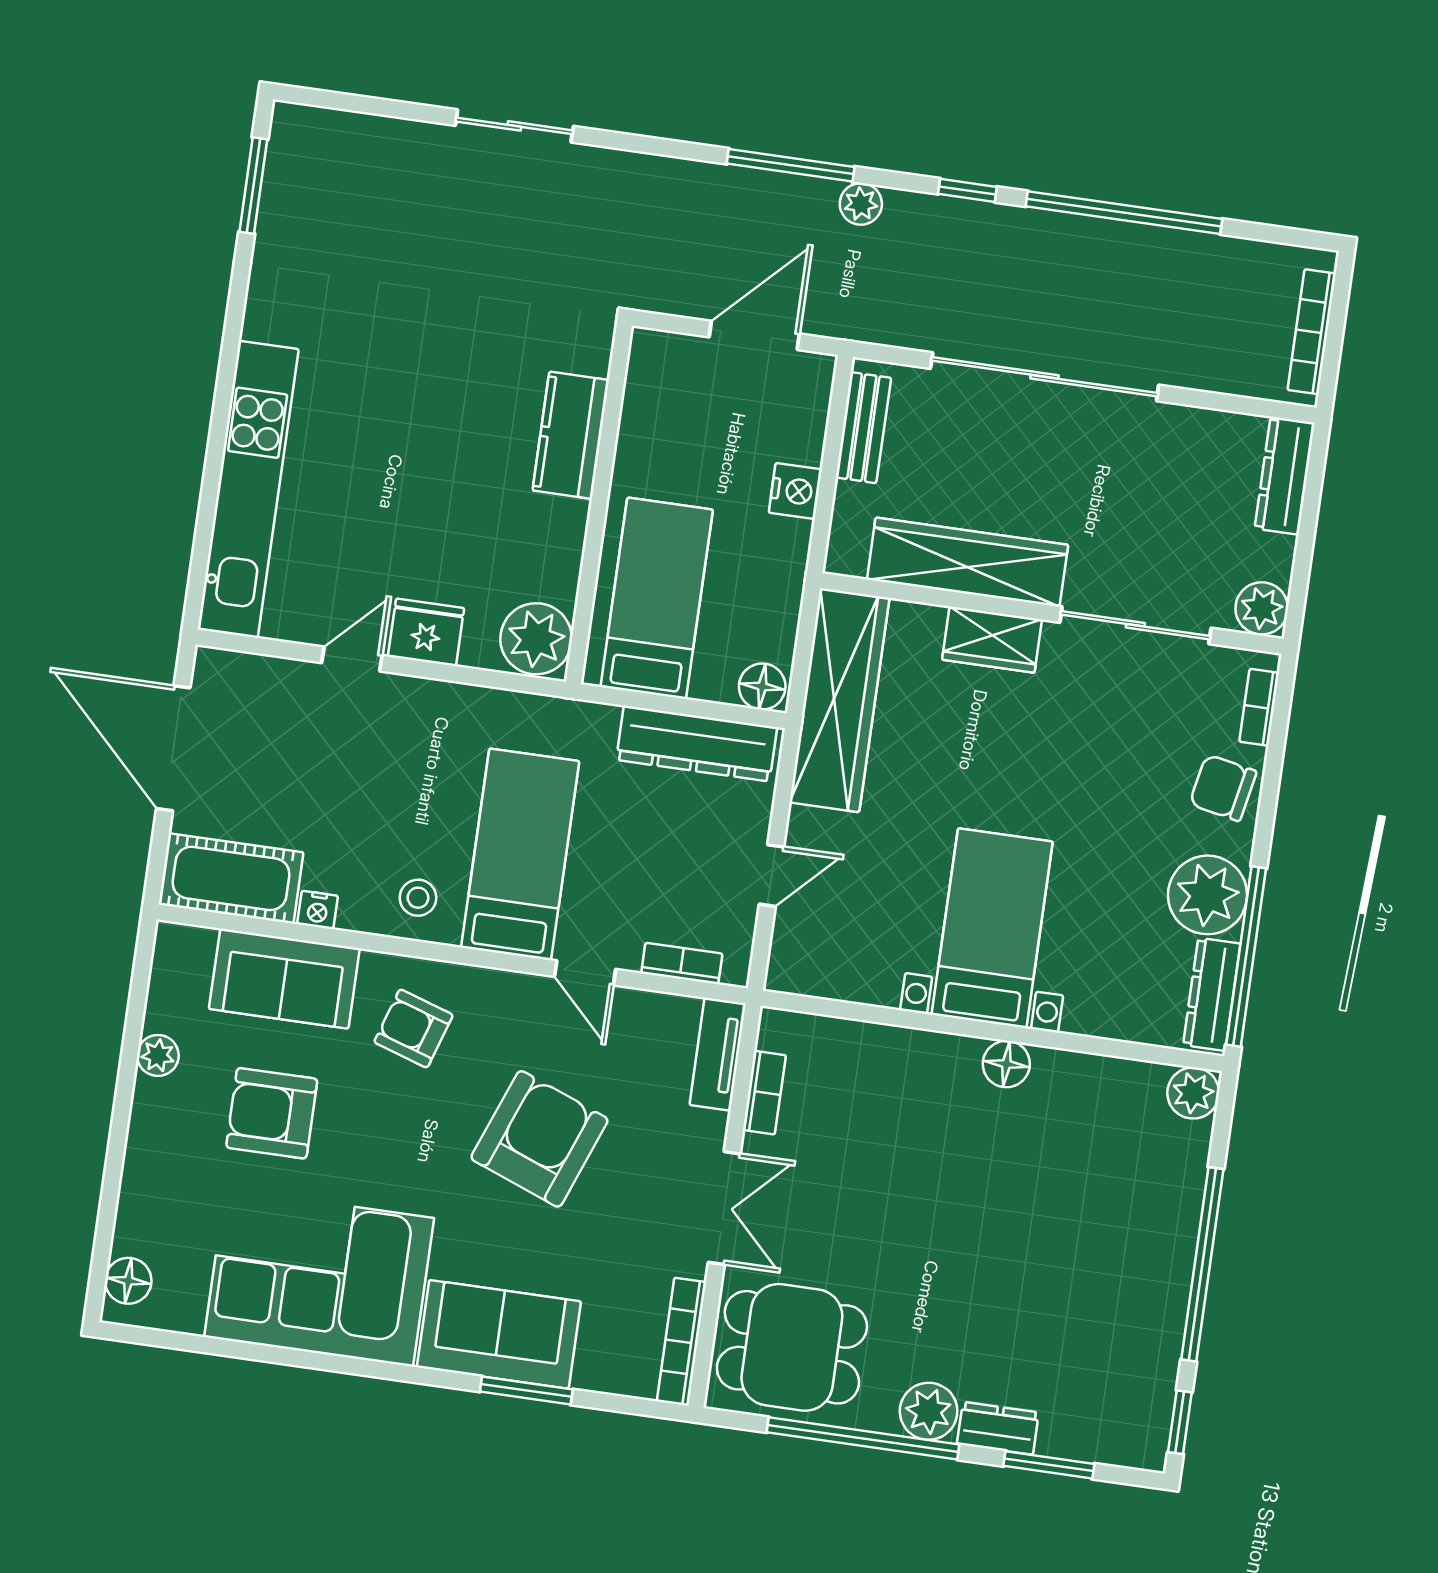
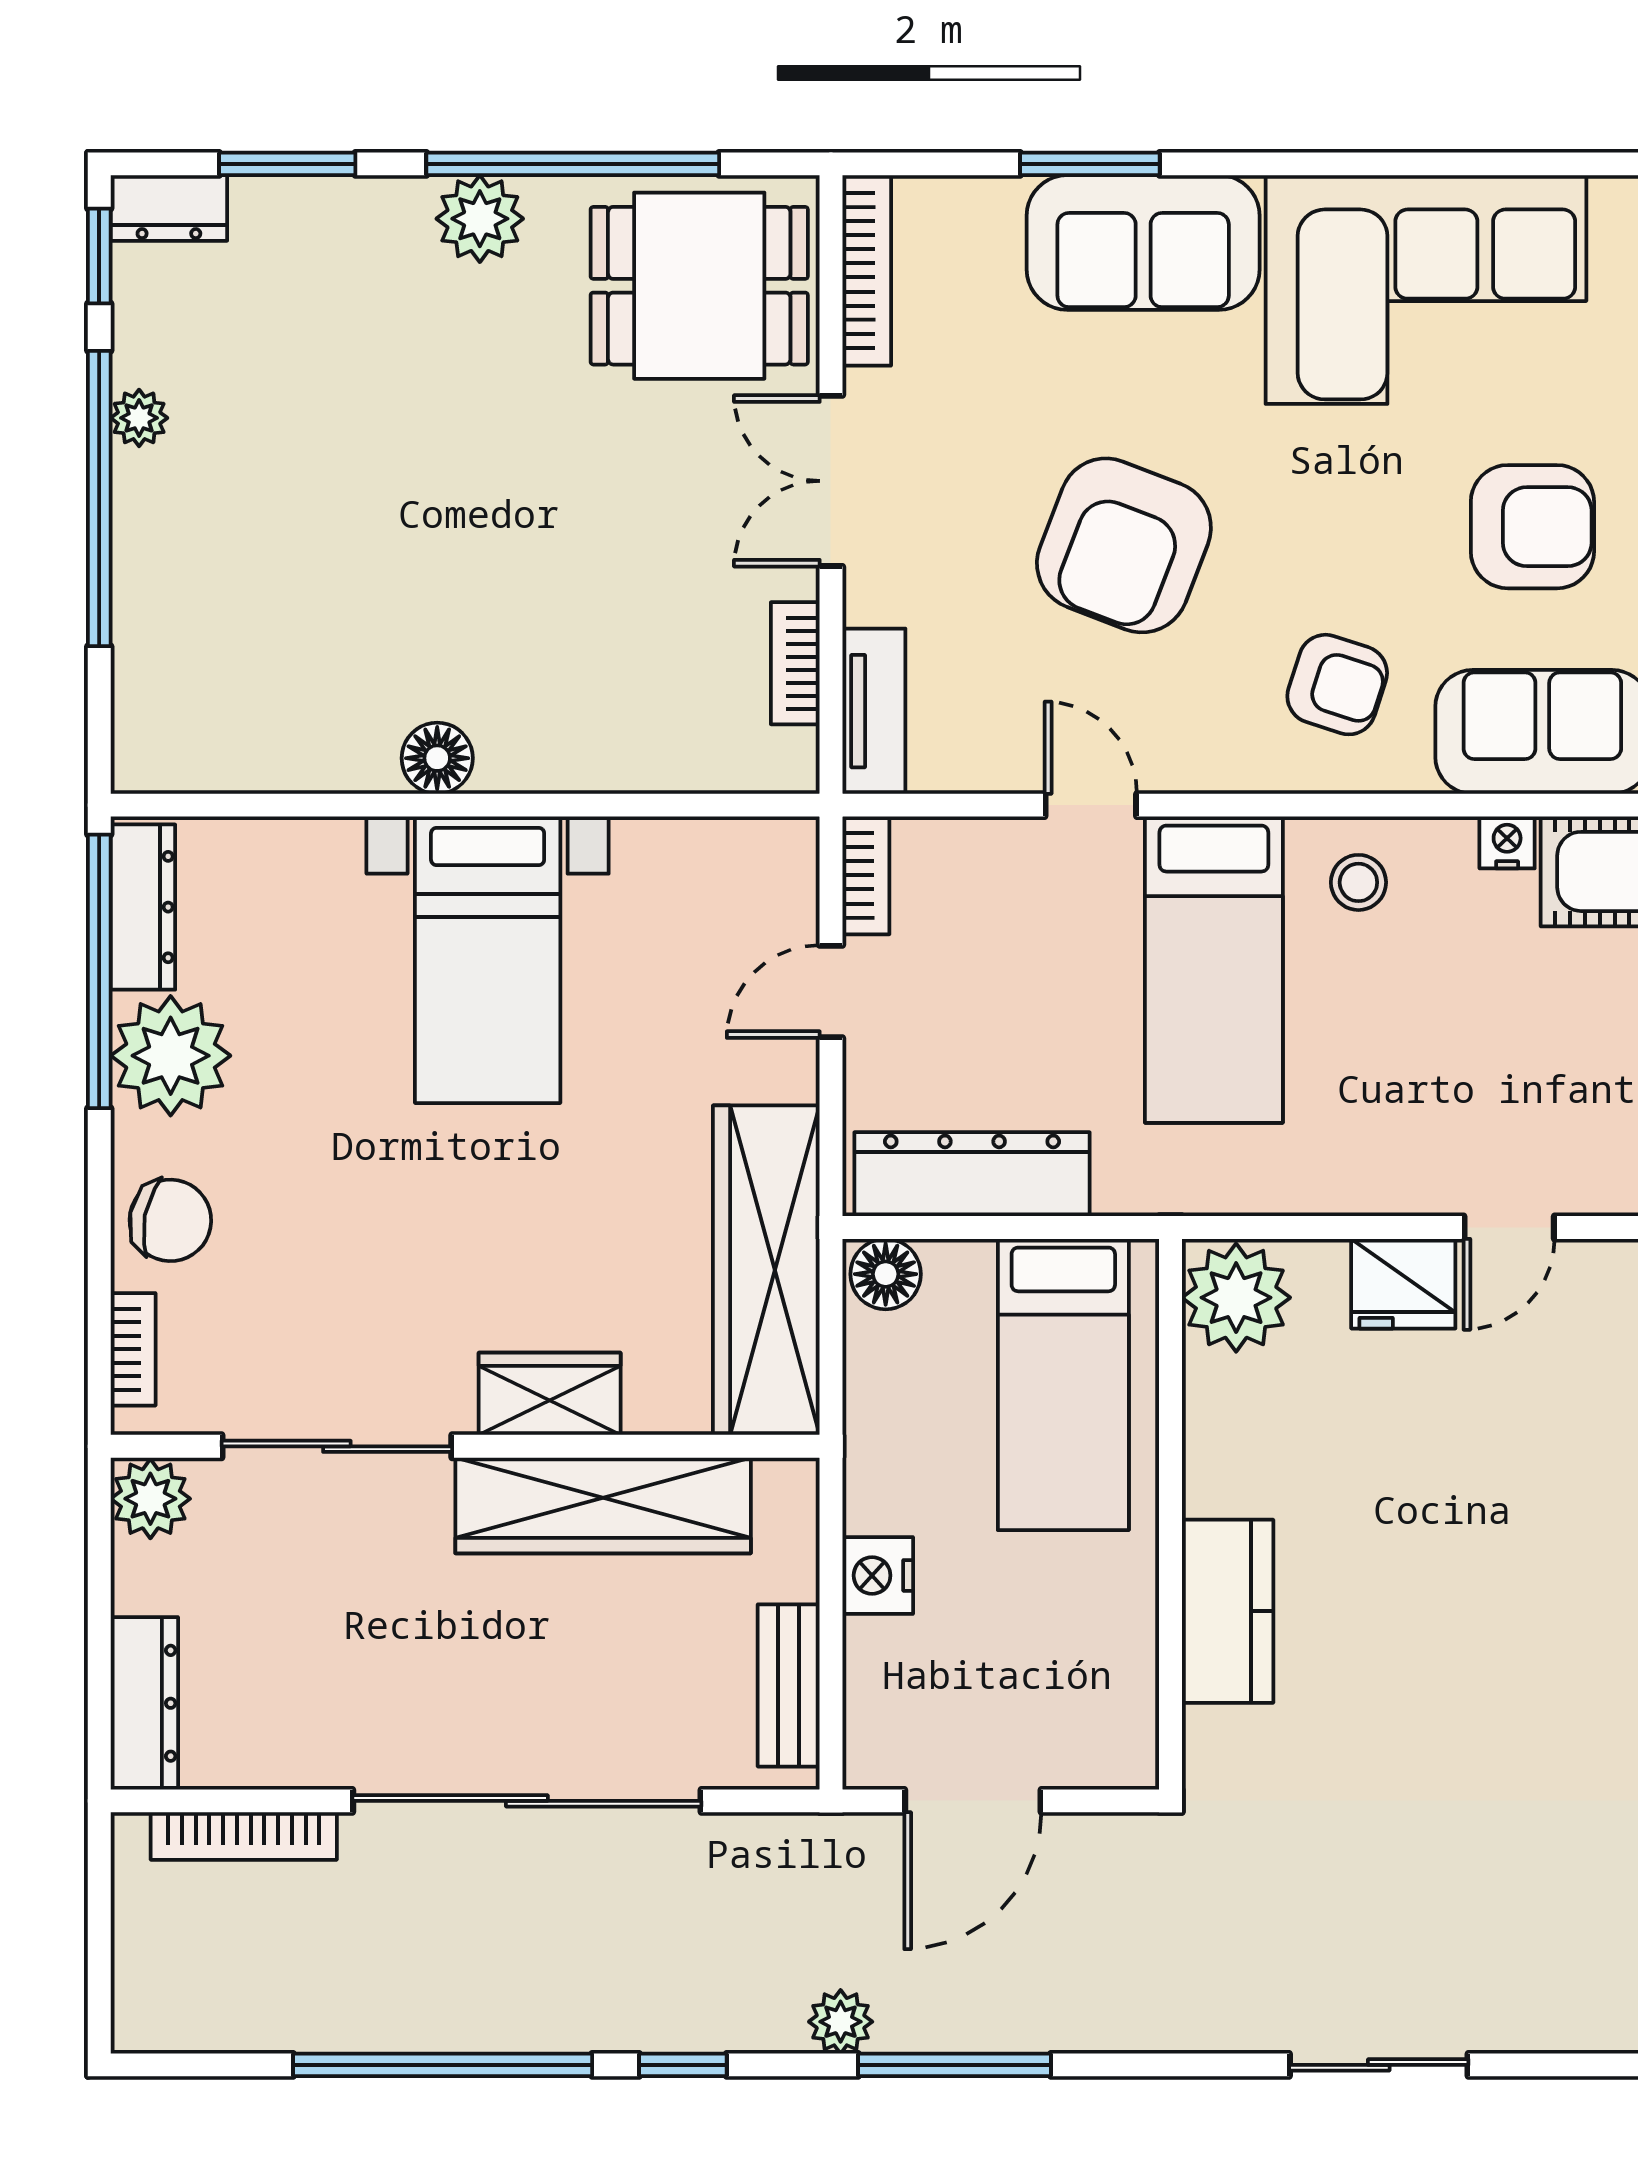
bookcase: (1312, 332) -> (244, 1836), moved, turned 90
bookcase: (682, 963) -> (866, 875), moved, turned -90
plant: (1193, 1093) -> (139, 418), moved, width x0.73, depth x0.73
dresser: (998, 1428) -> (169, 208), moved

